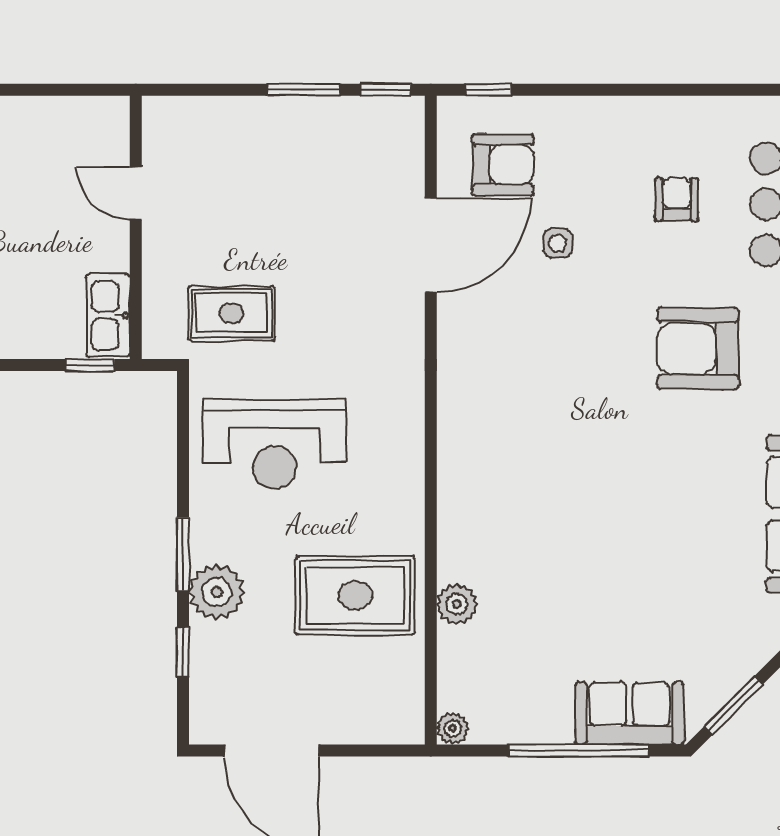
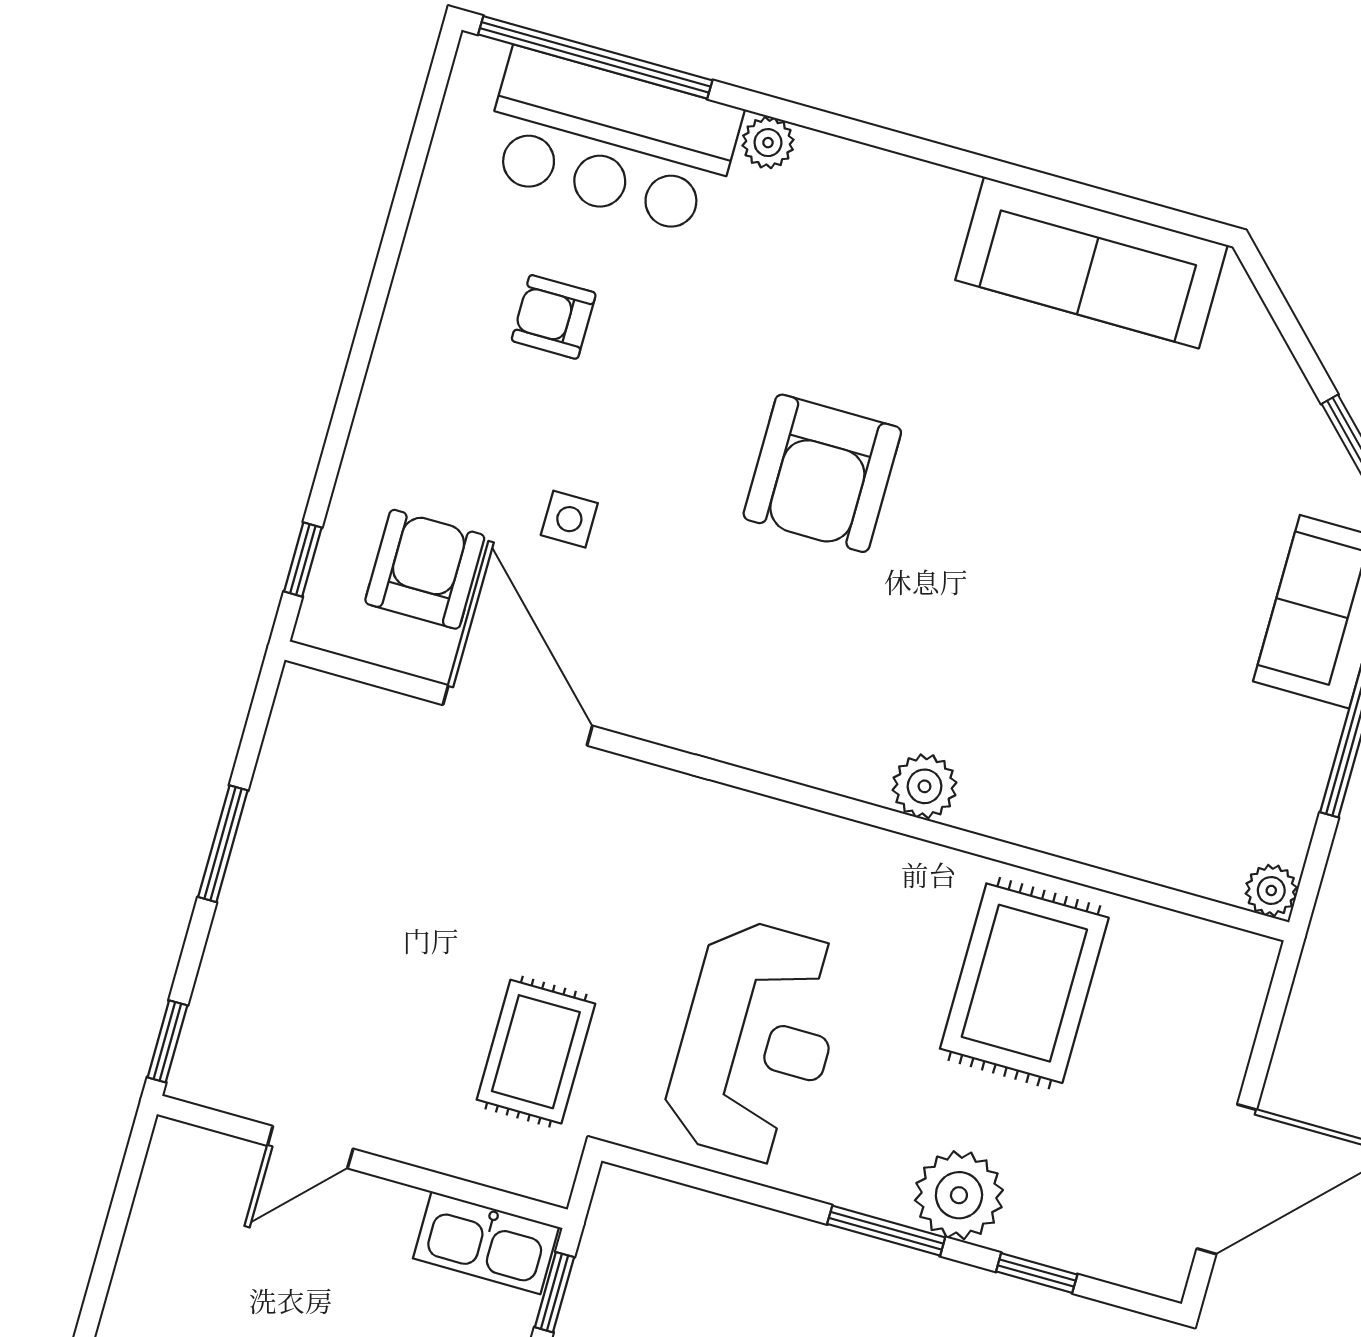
window: (385, 90) -> (167, 1041), moved
armchair: (698, 349) -> (822, 473), moved
plant: (457, 604) -> (925, 786), moved

